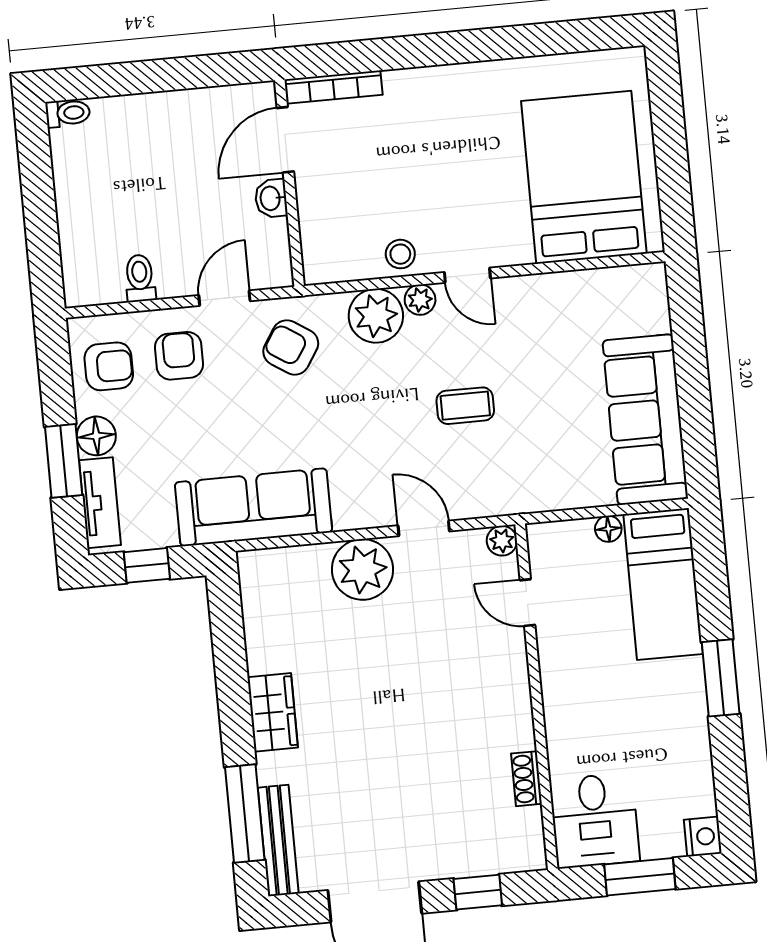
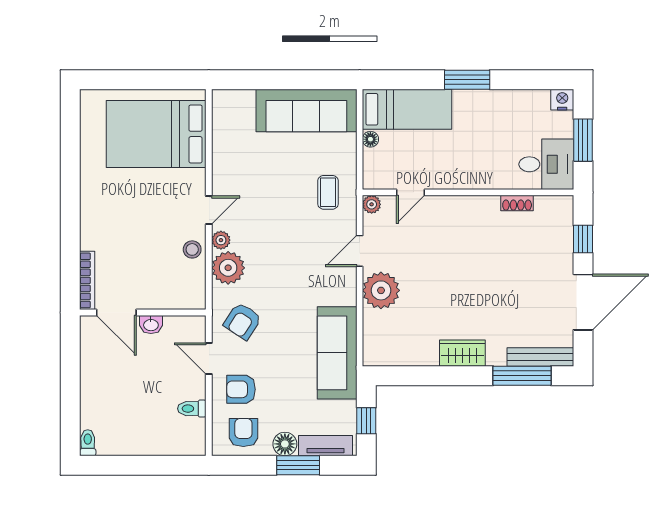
coffee table: (465, 406) -> (328, 192), moved

